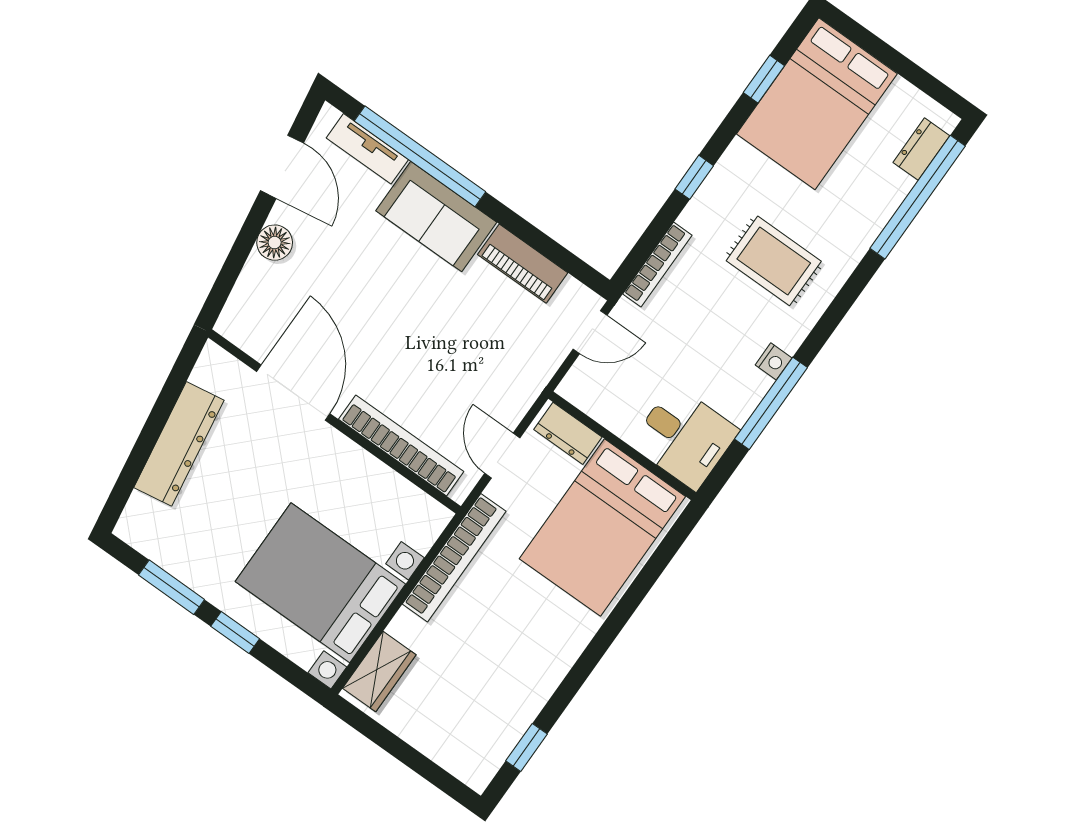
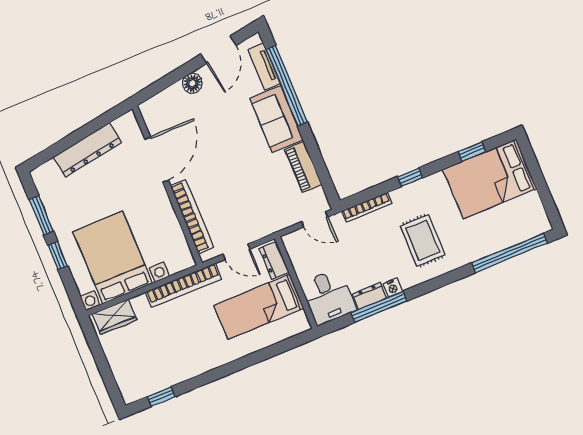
dresser: (921, 149) -> (369, 296), moved
door: (502, 456) -> (237, 252), swing flipped
bed: (602, 528) -> (259, 307), width x0.67

